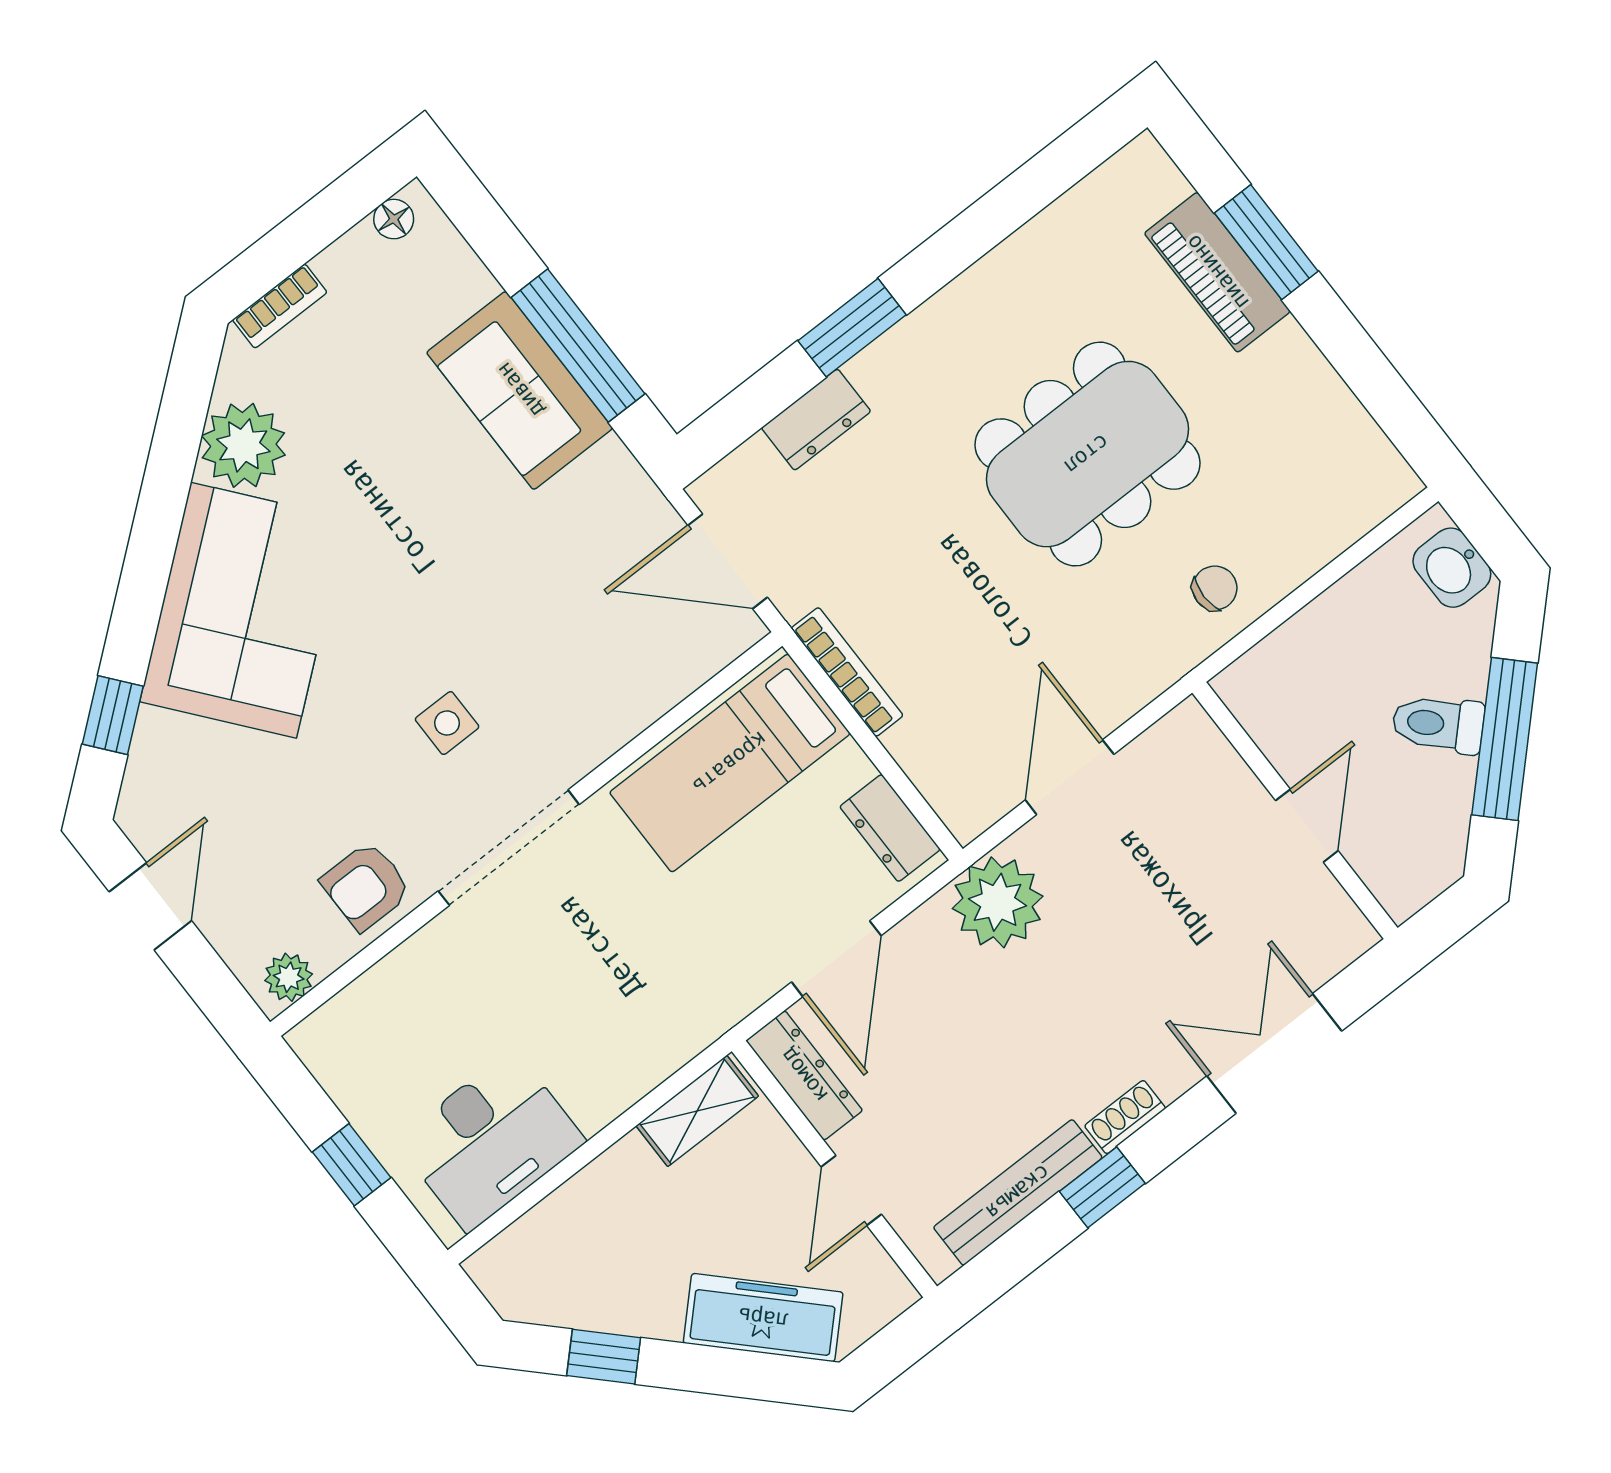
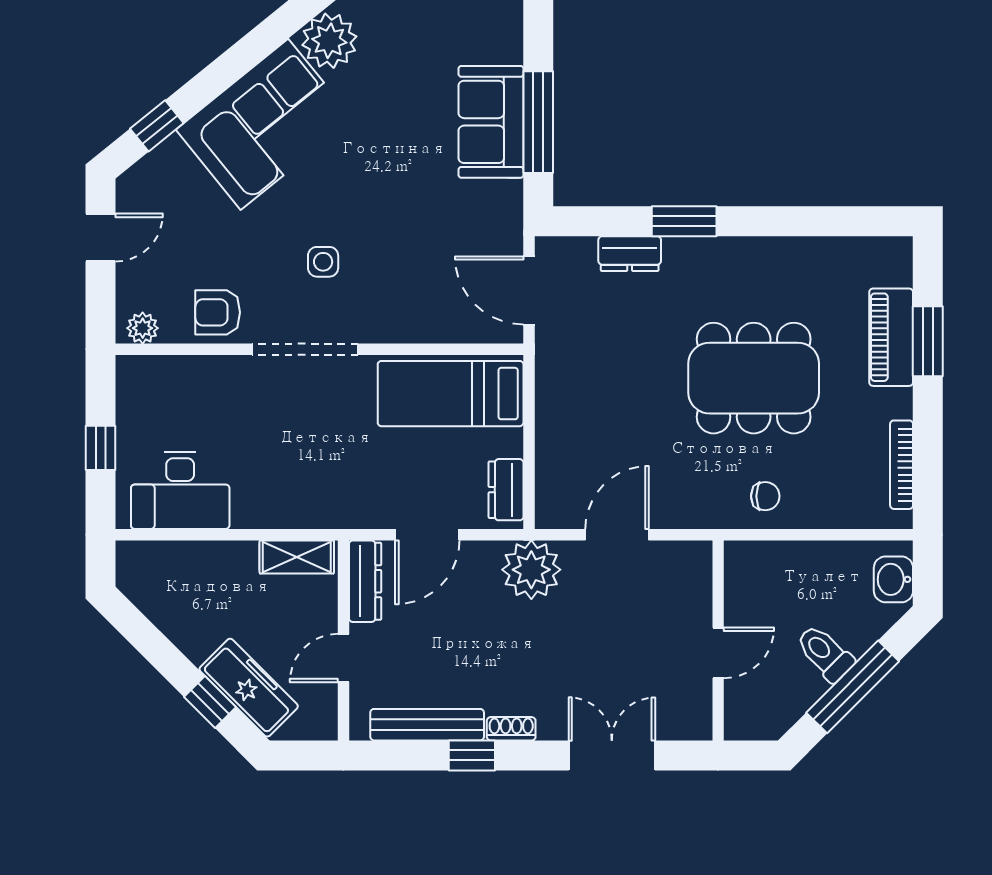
bookcase: (847, 672) -> (902, 465), moved, turned 180
window: (604, 1357) -> (210, 702), moved

